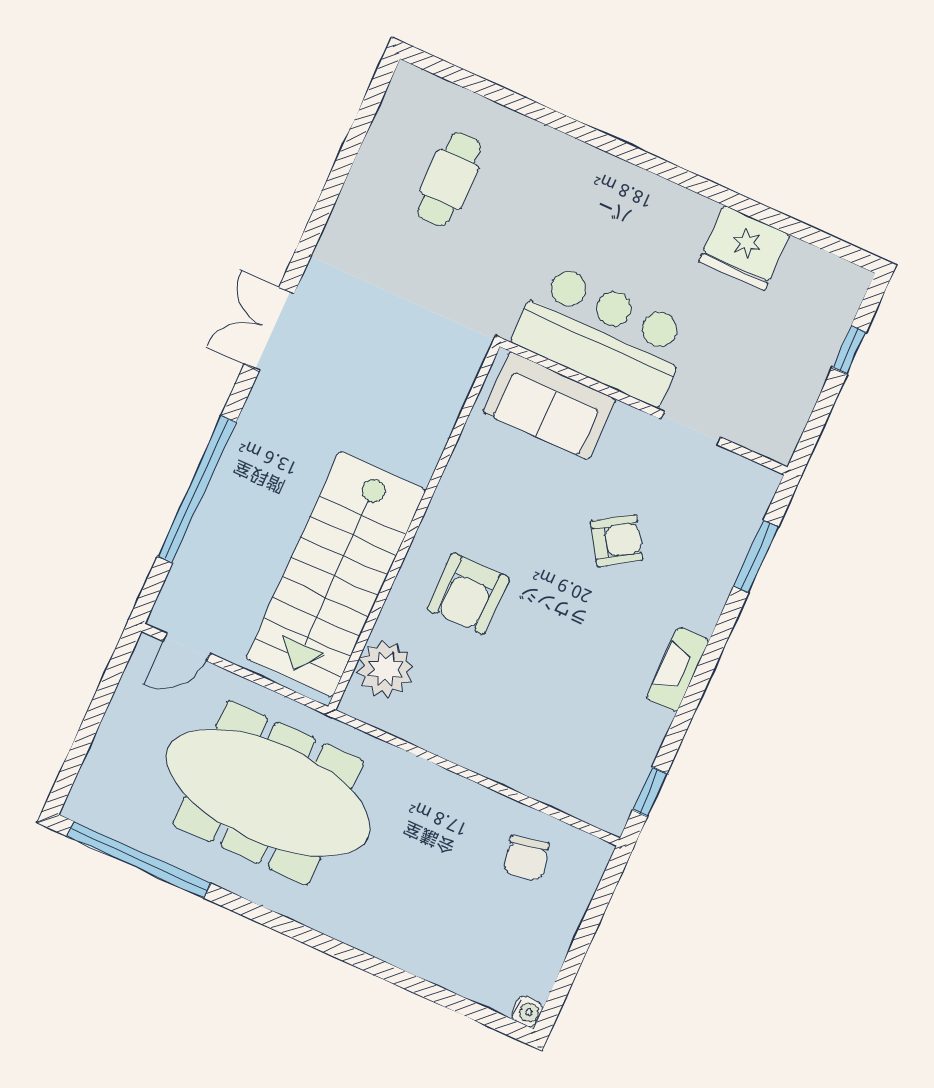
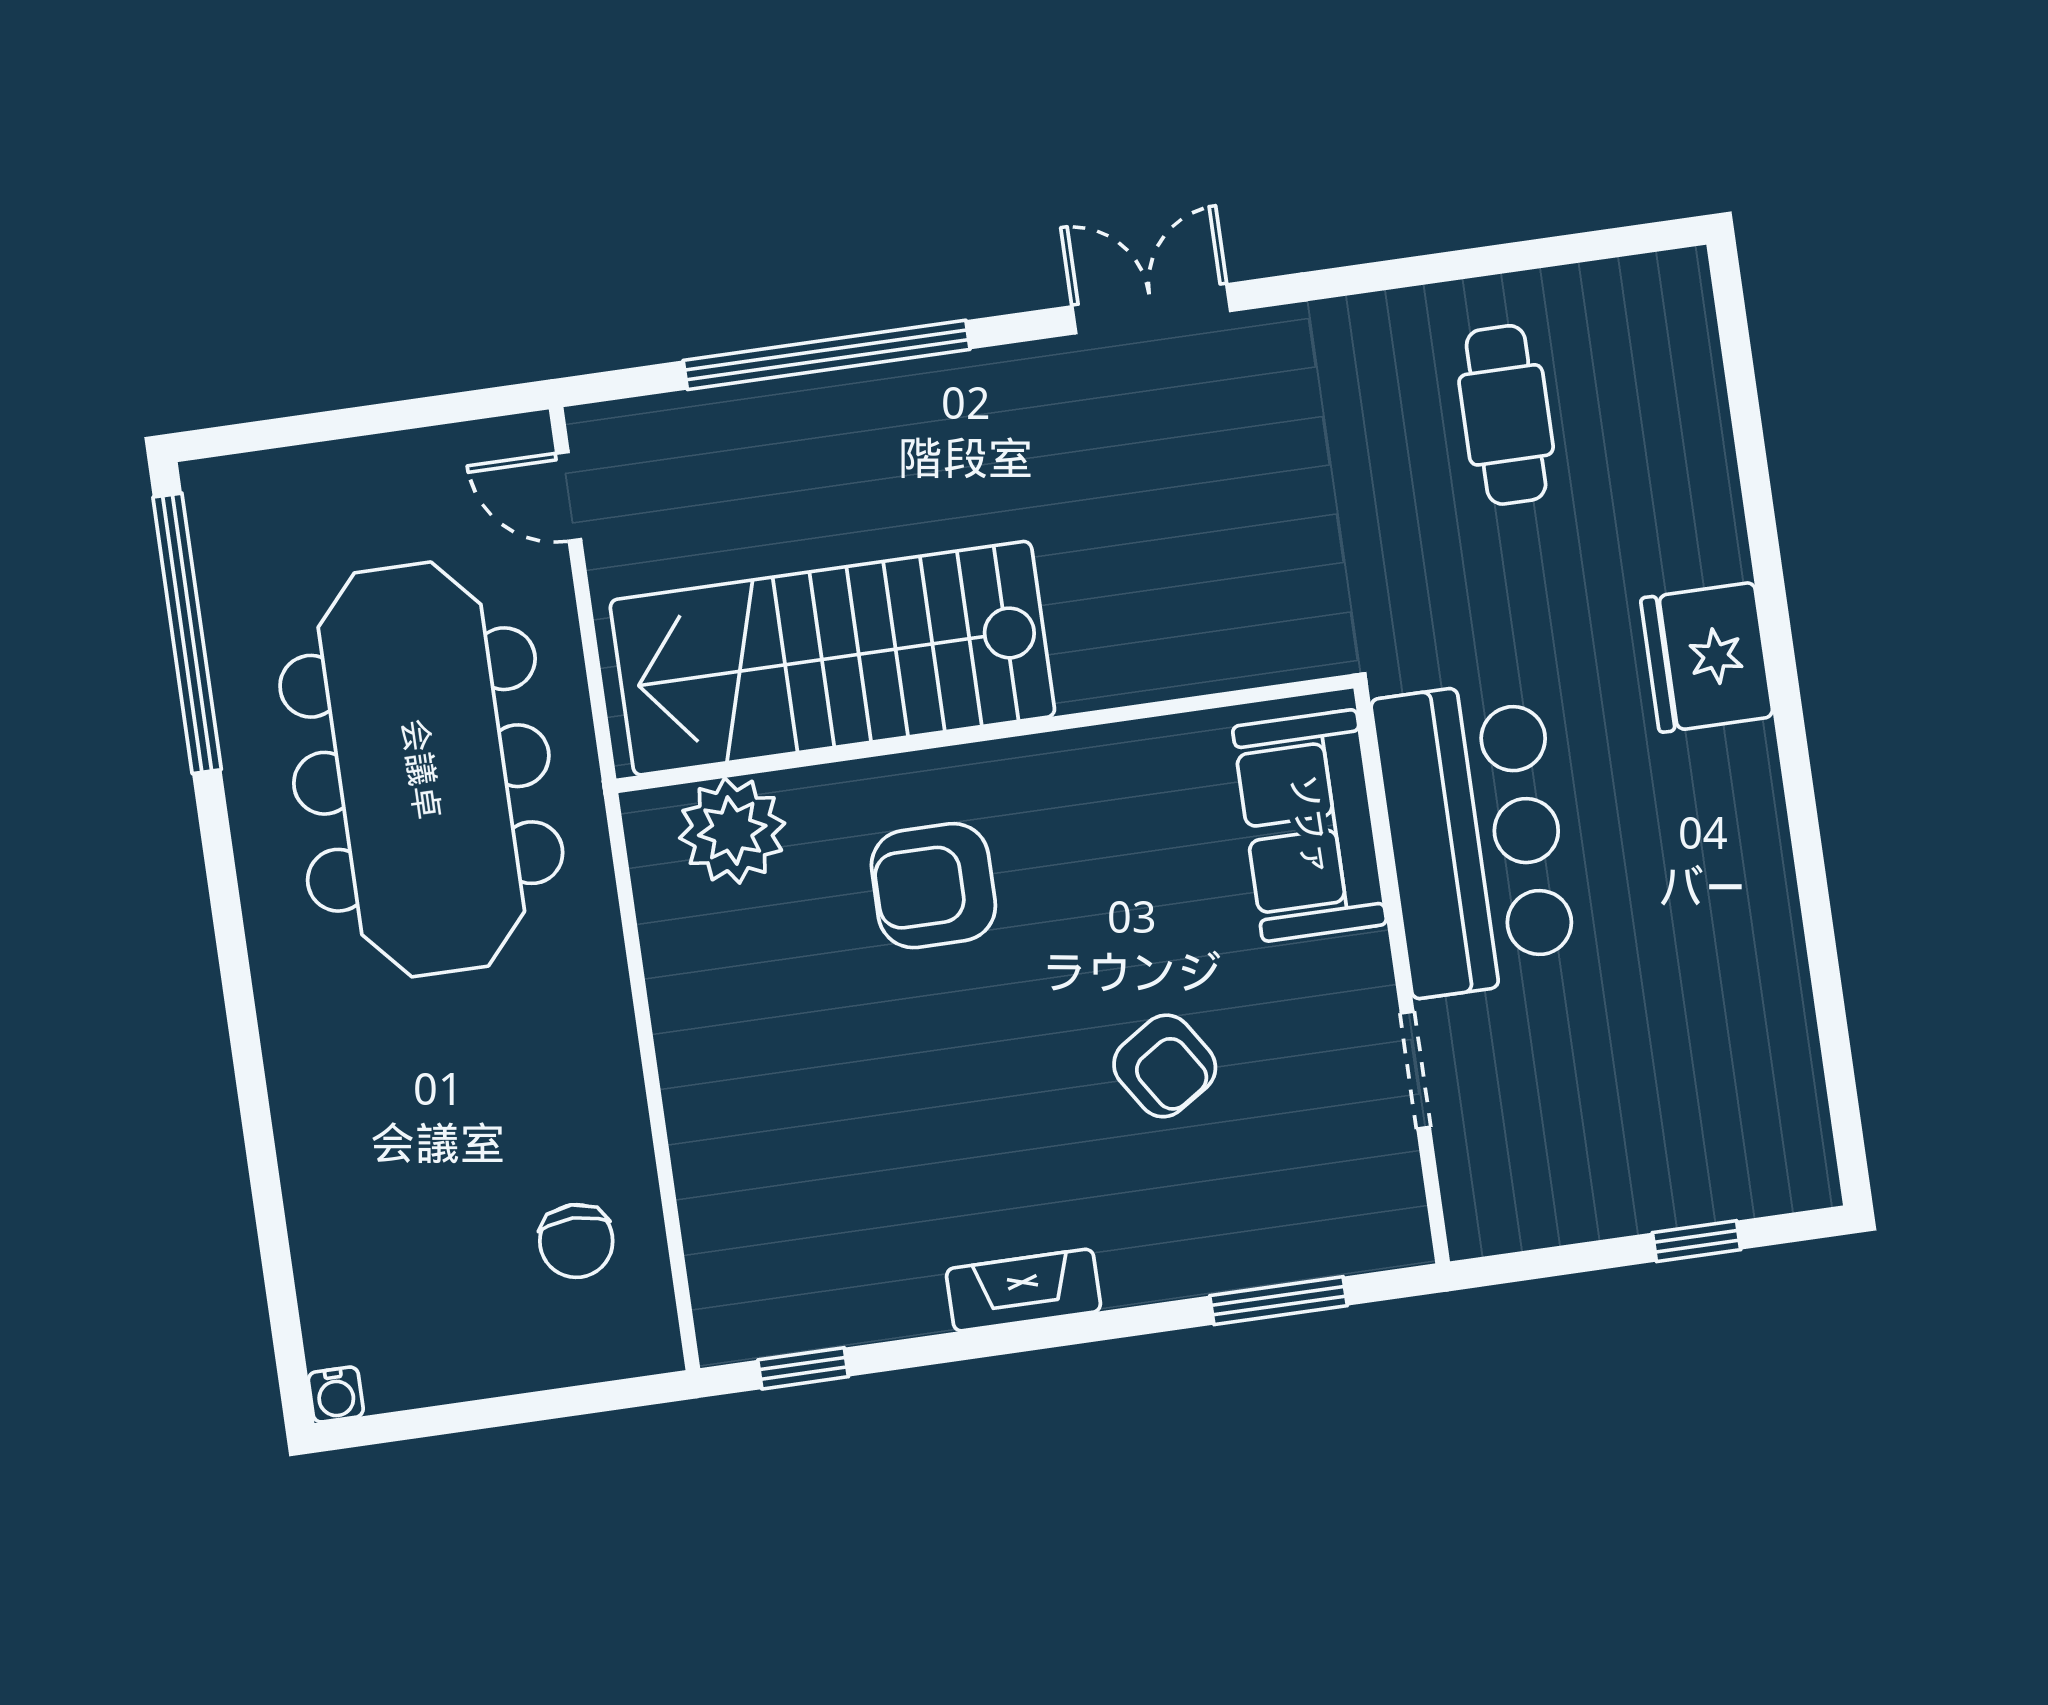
cafe table: (449, 179) -> (1506, 415), moved, turned 90
fridge: (744, 248) -> (1707, 657), moved
chair: (527, 858) -> (576, 1241), turned -77

